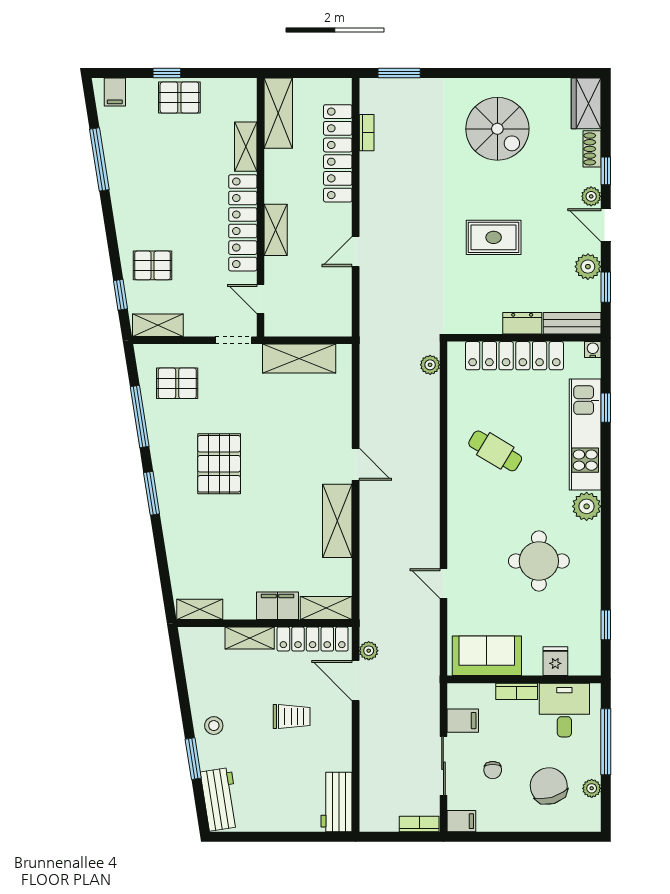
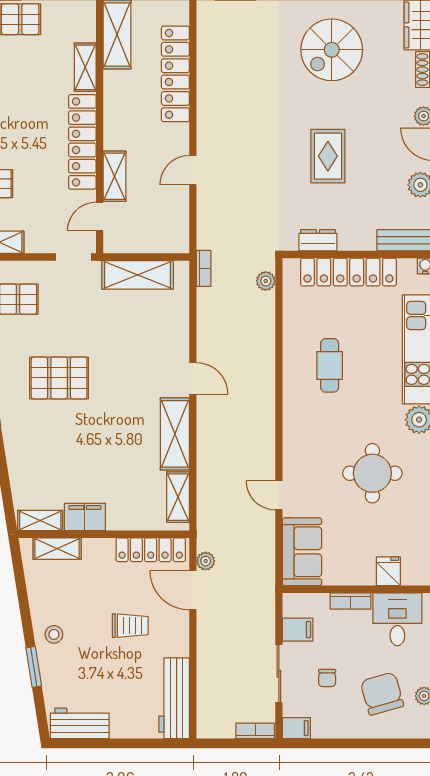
spiral stairs: (497, 129) -> (332, 50), turned 90
bookcase: (367, 133) -> (204, 268), moved
shelving: (276, 230) -> (115, 176), moved
rug: (494, 237) -> (328, 156), turned 90
door: (260, 299) -> (100, 217), hinge flipped
dresser: (522, 323) -> (318, 240), moved
cafe table: (495, 451) -> (330, 365), turned 59
pallet: (219, 464) -> (59, 378), turned 90
filing cabinet: (278, 606) -> (85, 517), moved
shelving: (326, 608) -> (178, 497), moved, turned 90
shelving: (250, 638) -> (57, 549), moved
sofa: (487, 656) -> (302, 552), moved, turned 90
workbench: (220, 799) -> (80, 723), moved, turned -81
workbench: (336, 802) -> (174, 698), width x1.38

